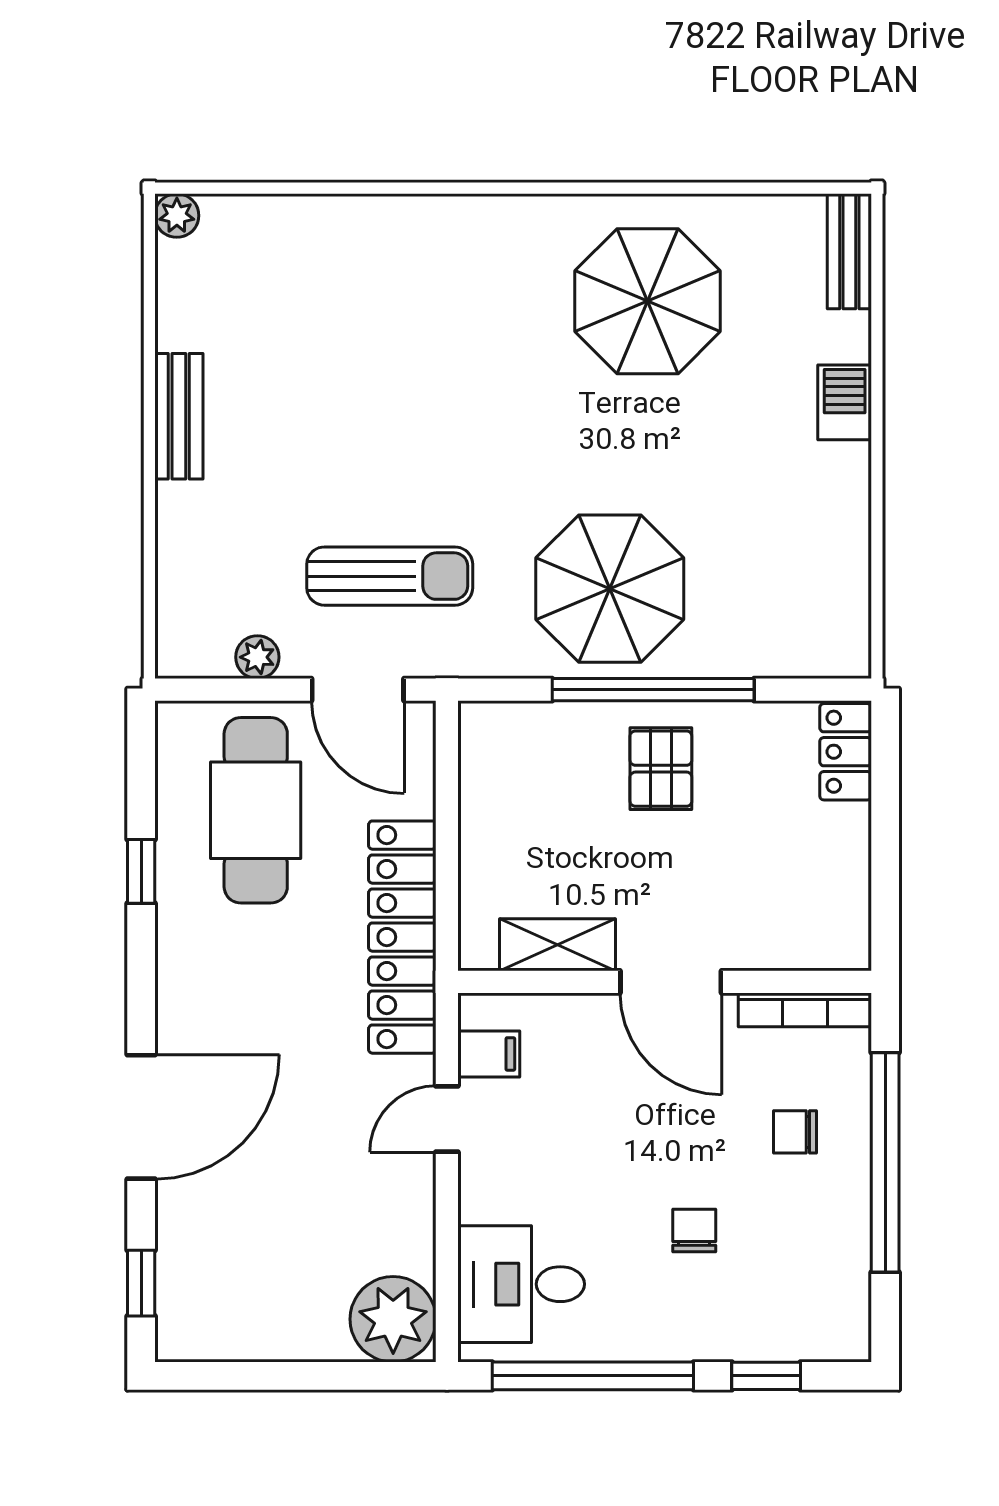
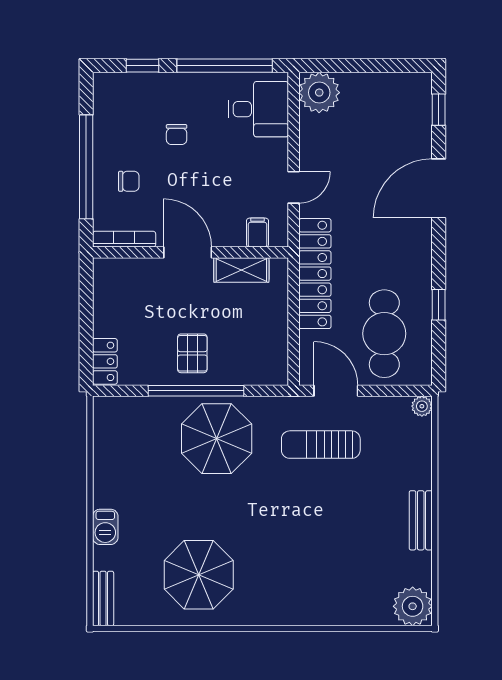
plant: (177, 216) -> (413, 606), width x1.88, depth x1.88
plant: (257, 657) -> (422, 406), moved
filing cabinet: (489, 1054) -> (257, 233), moved, turned 90

